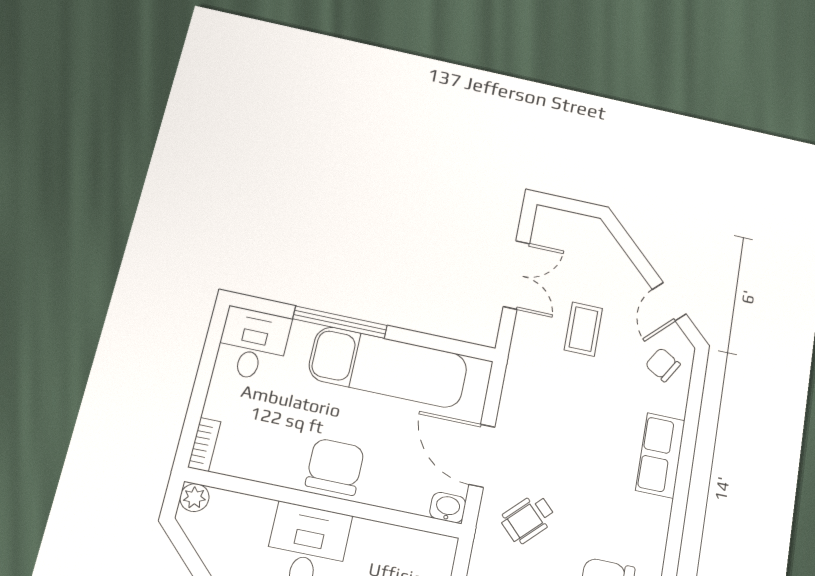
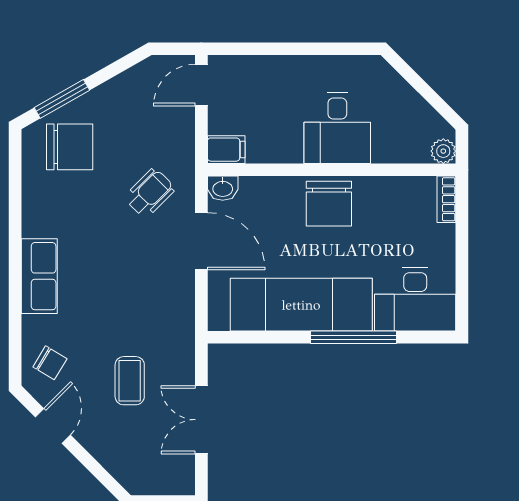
desk: (253, 344) -> (415, 299), width x1.37
filing cabinet: (436, 549) -> (226, 150), added

